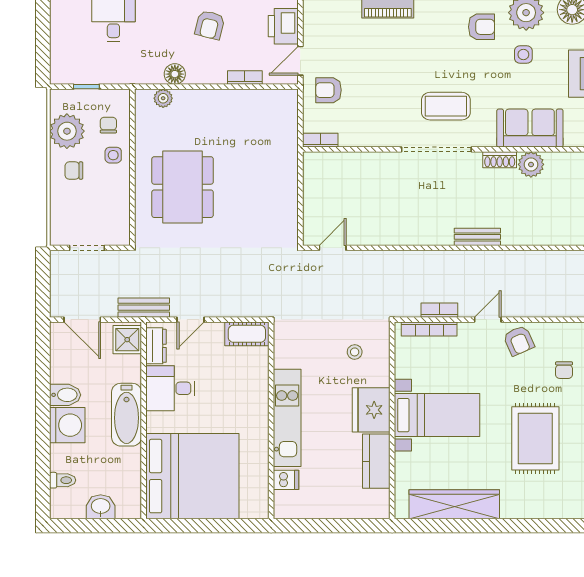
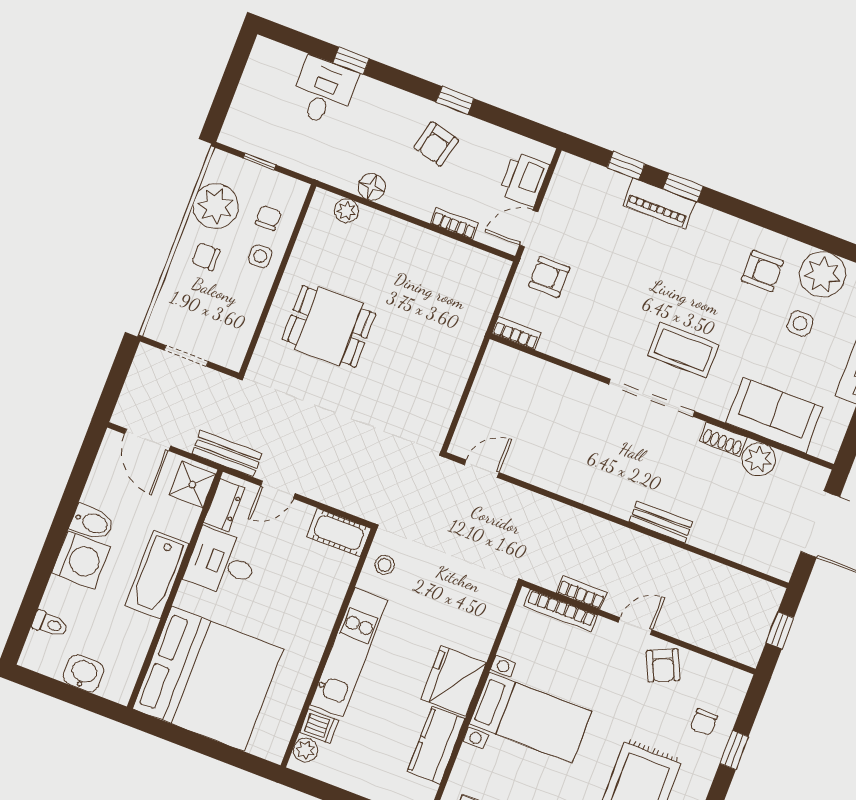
dining table: (183, 187) -> (329, 326), width x0.73
stool: (355, 352) -> (385, 565), moved
plant: (283, 501) -> (306, 750), added

